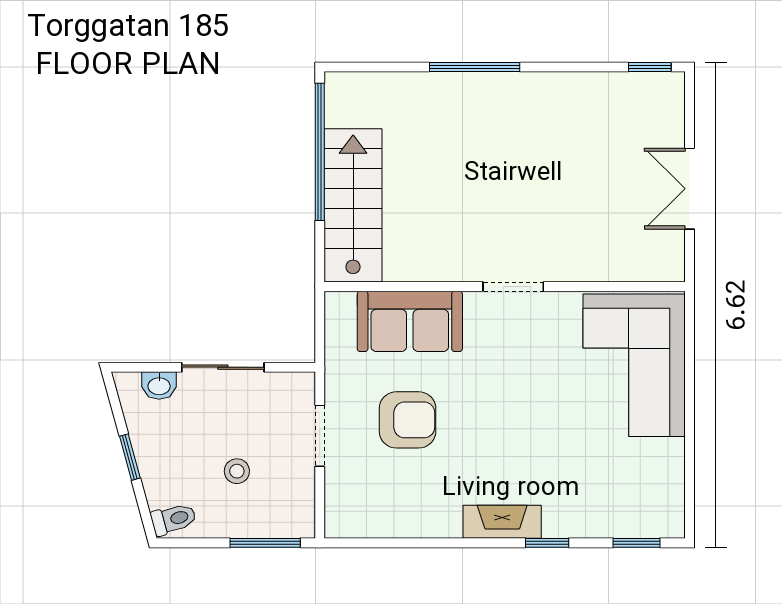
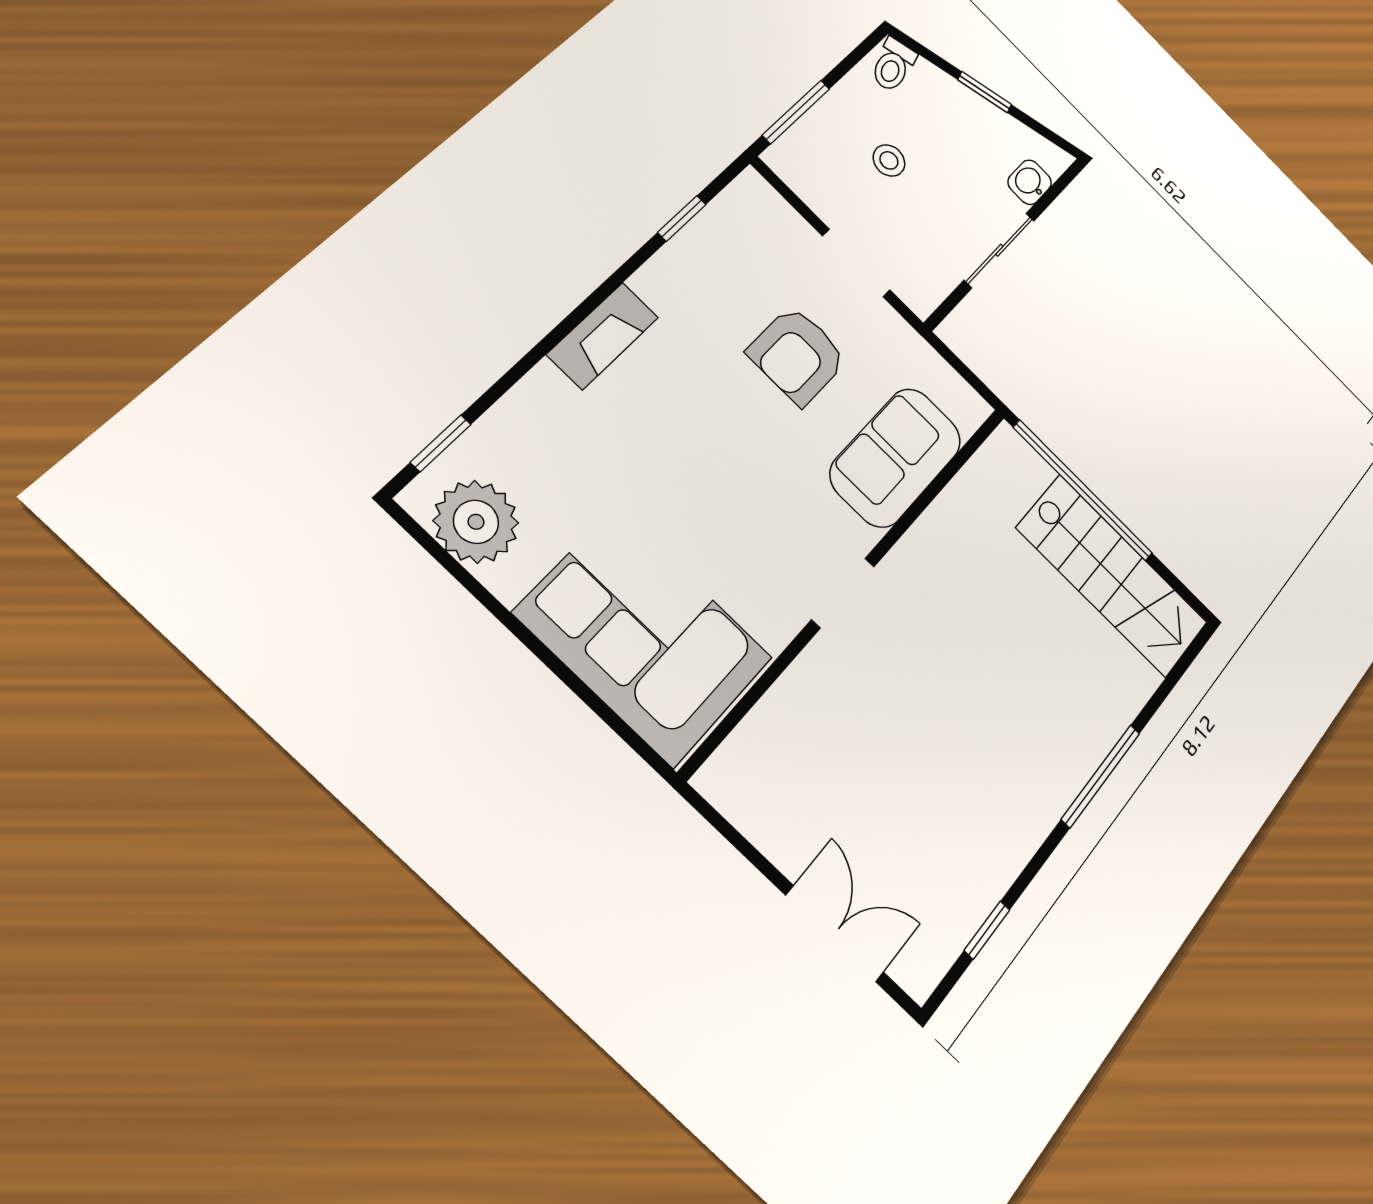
window: (650, 67) -> (987, 930), moved
window: (320, 152) -> (1083, 490), moved
double door: (689, 189) -> (835, 934), moved
stairs: (353, 205) -> (1112, 576), moved
plant: (658, 492) -> (476, 522), added
window: (547, 543) -> (682, 218), moved

